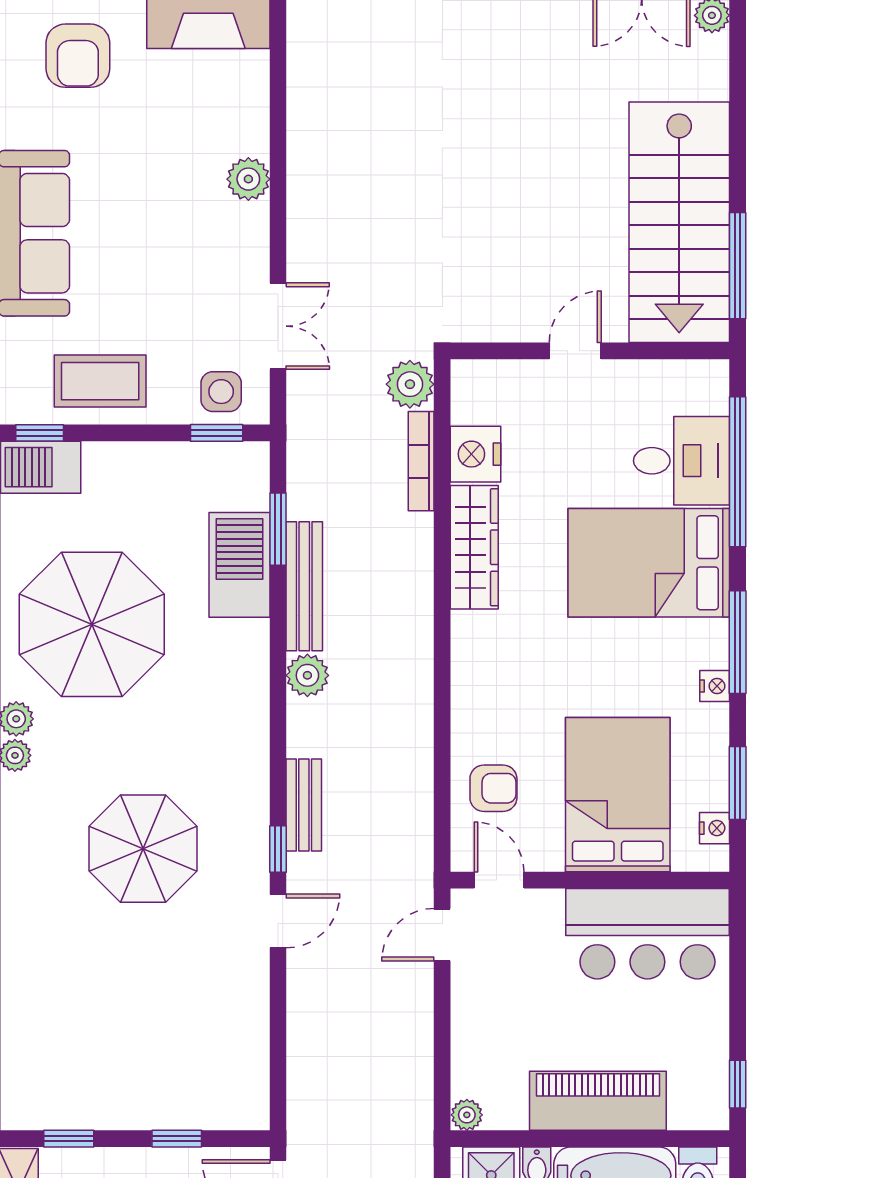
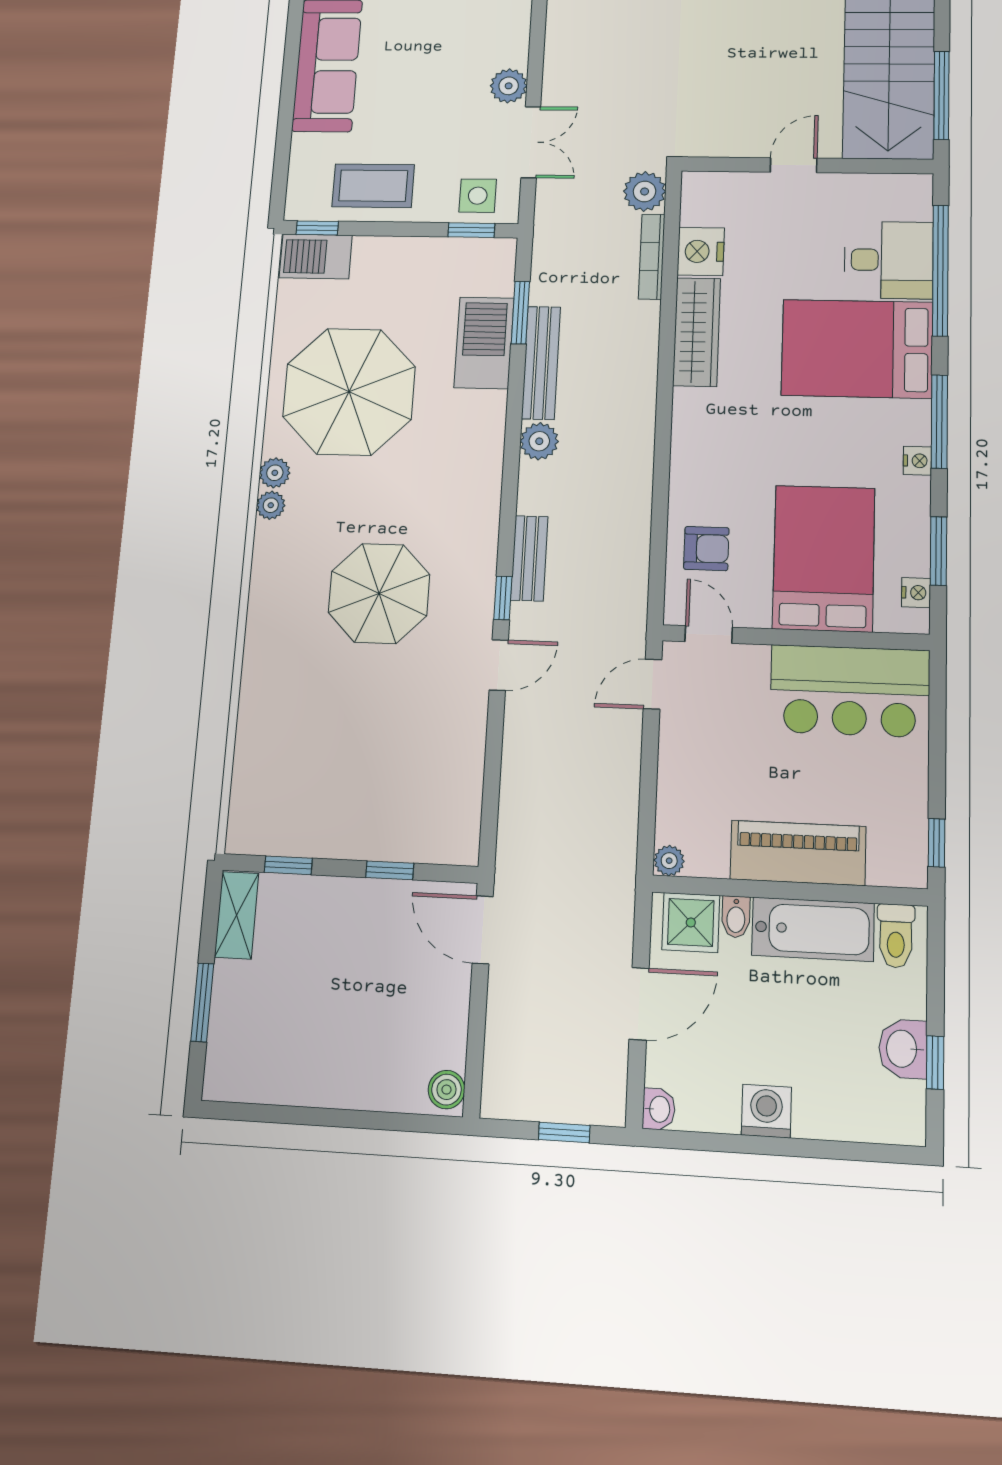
plant: (248, 179) -> (509, 86), moved

